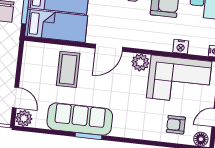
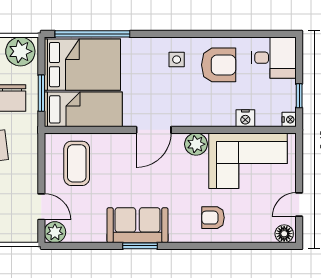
coffee table: (68, 69) -> (77, 163), moved
sofa: (80, 119) -> (138, 225), width x0.73
armchair: (176, 125) -> (213, 218), moved

